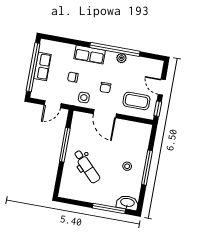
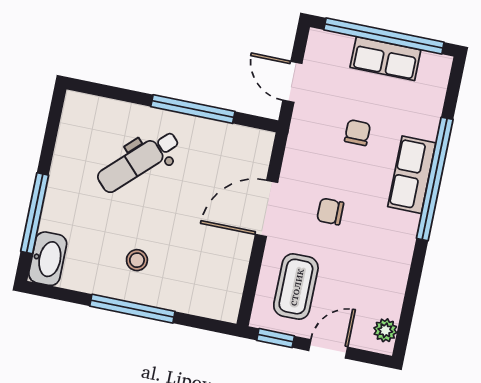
window: (115, 49) -> (435, 179), moved
plant: (121, 58) -> (385, 330), moved
side table: (84, 98) -> (307, 158), removed

